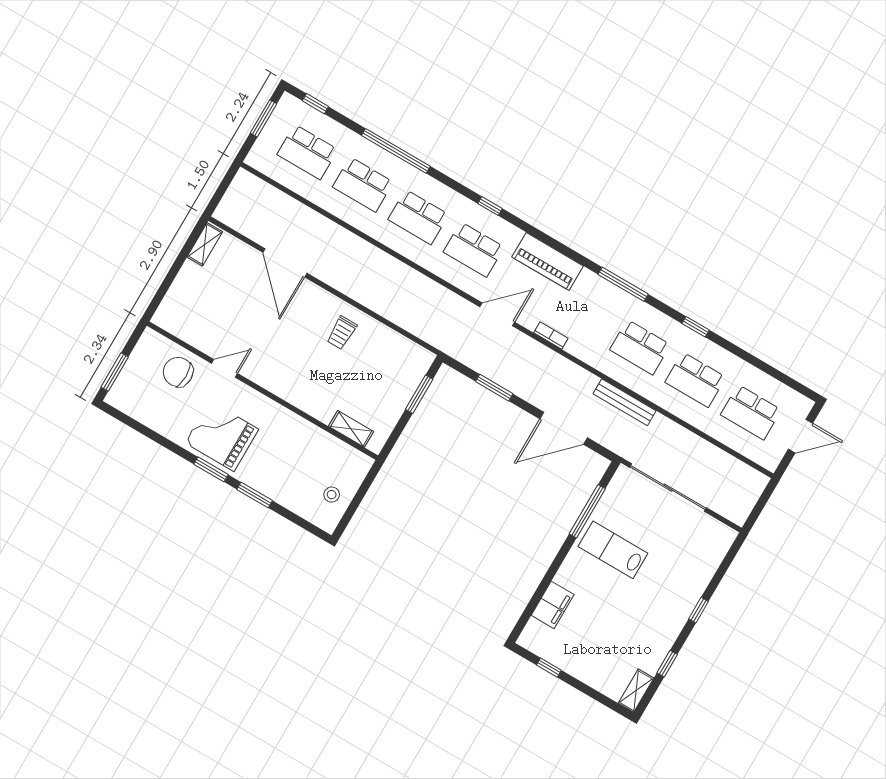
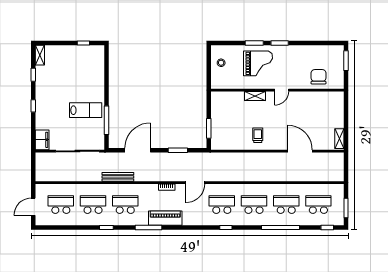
piano: (548, 261) -> (165, 218), moved
door: (224, 368) -> (282, 90), moved
chair: (178, 372) -> (319, 77), turned -90
shelving: (351, 429) -> (255, 96), moved
grand piano: (222, 436) -> (258, 63), moved
filing cabinet: (553, 605) -> (42, 140), moved, turned 180

